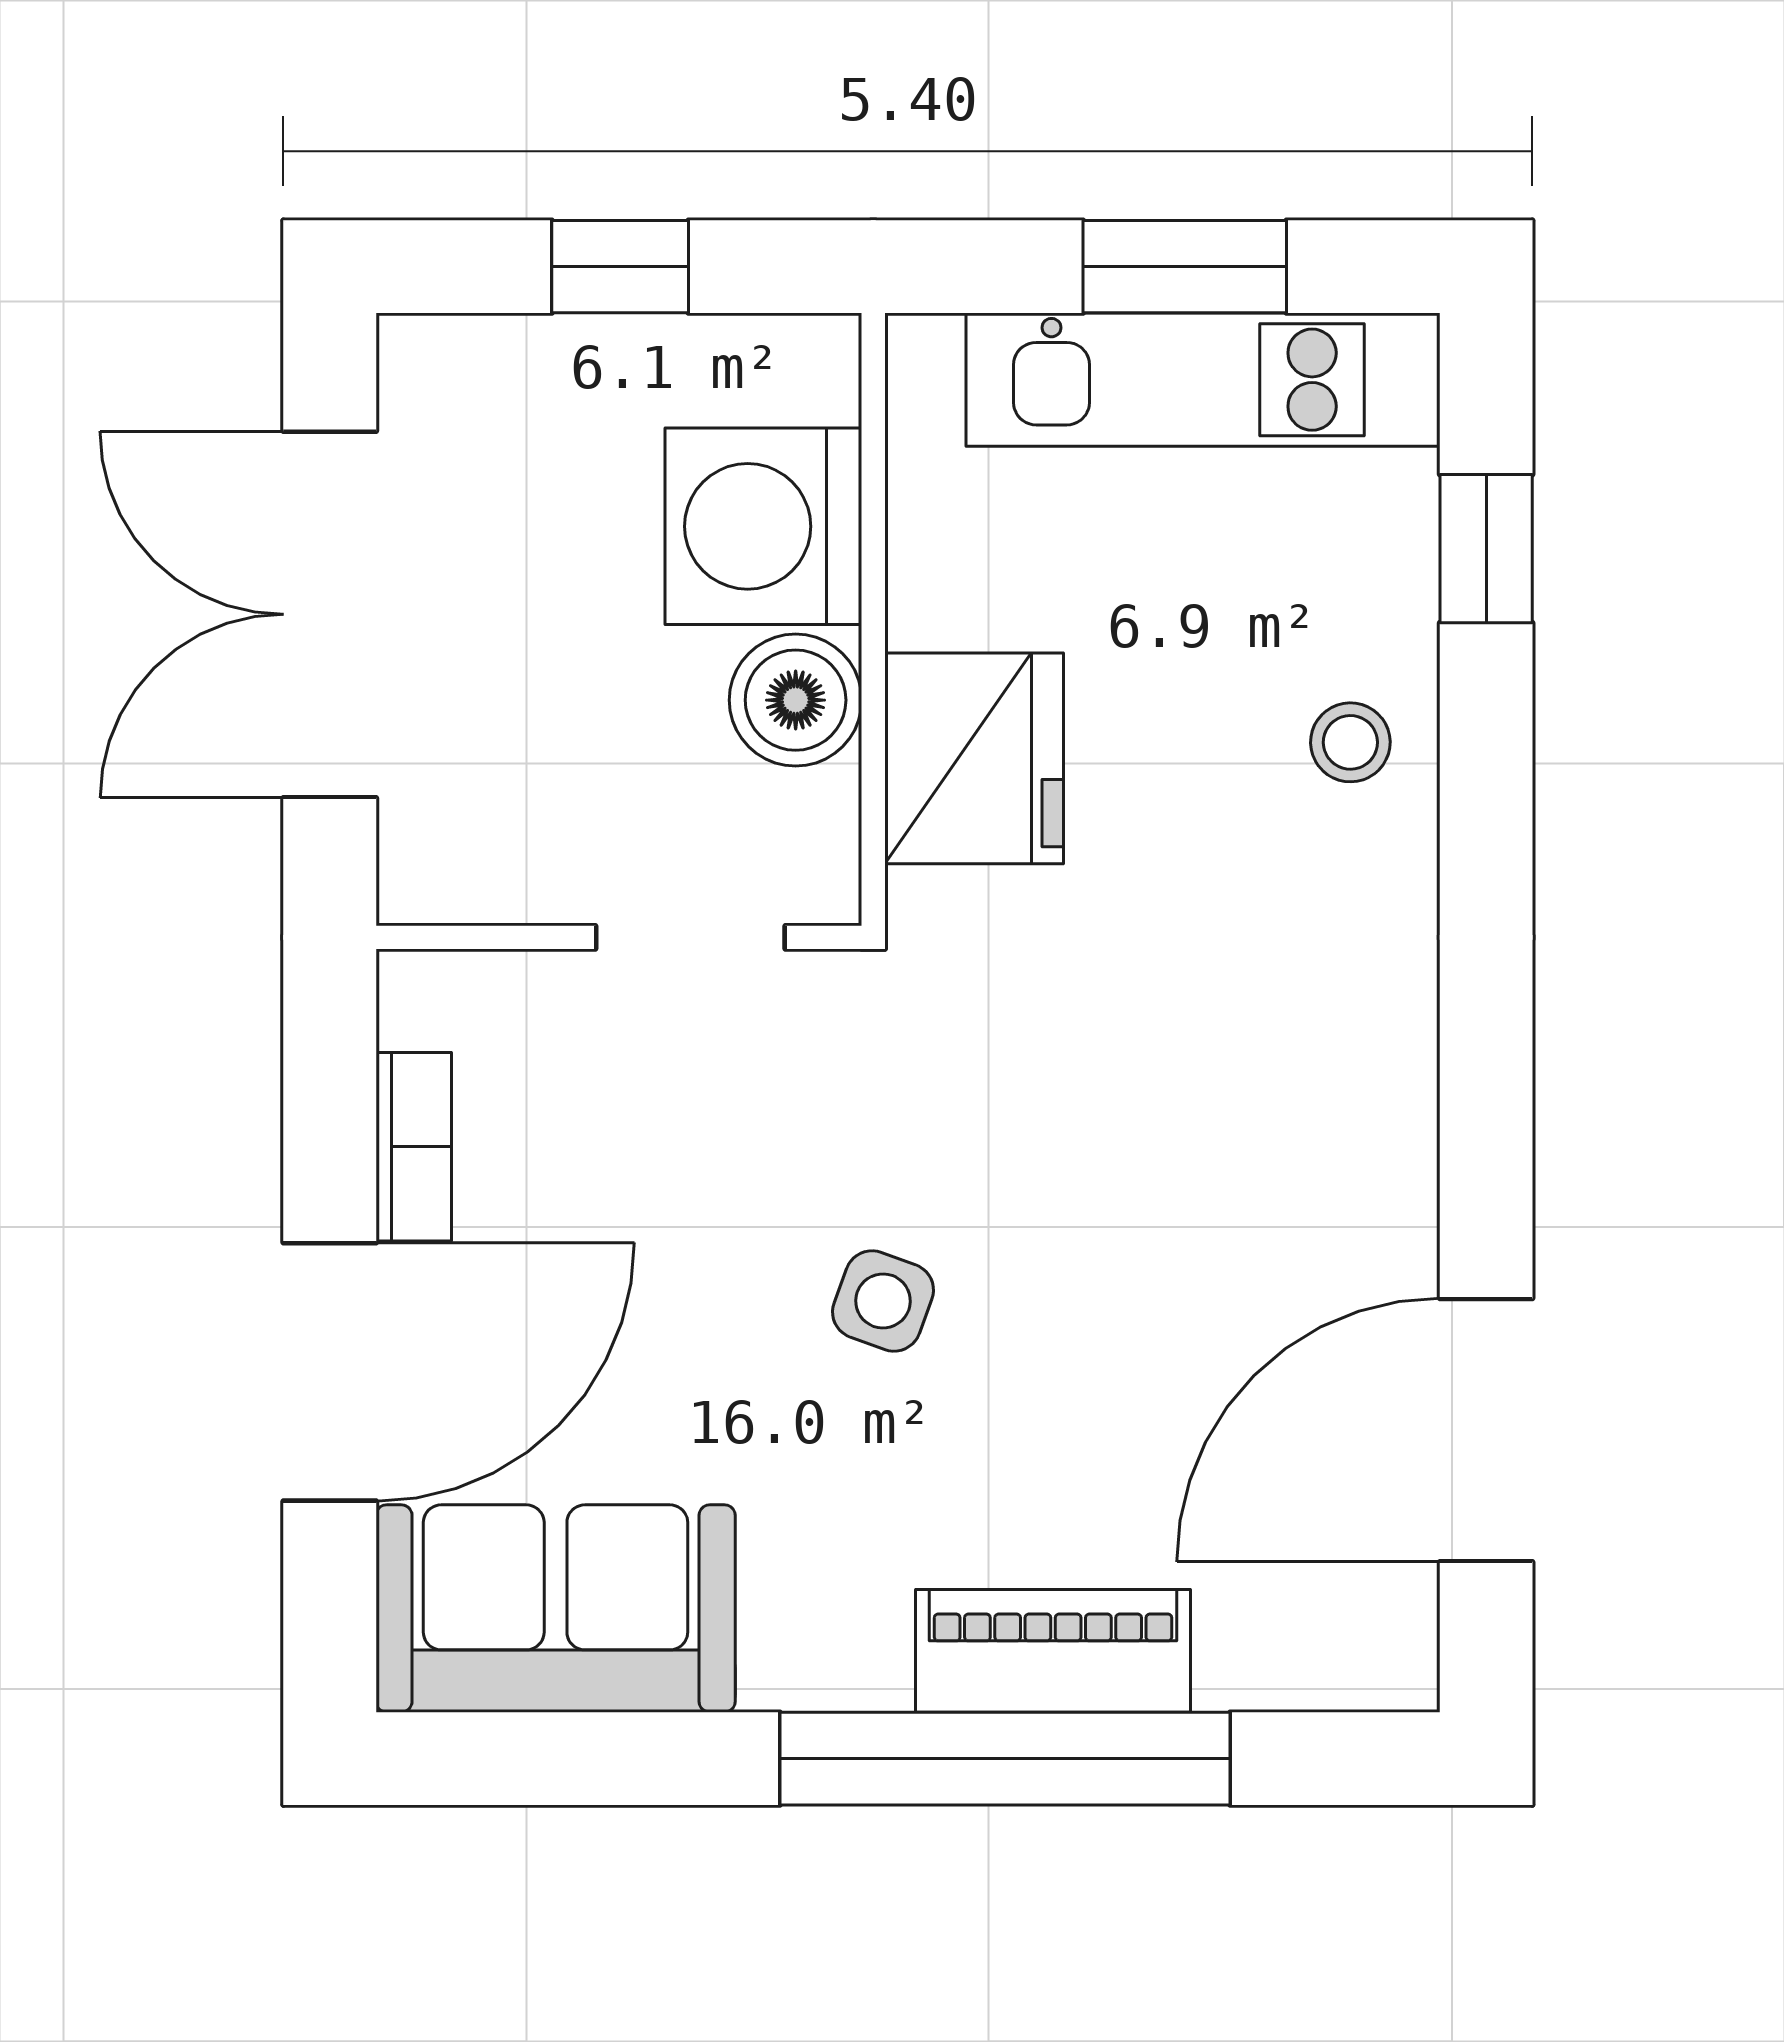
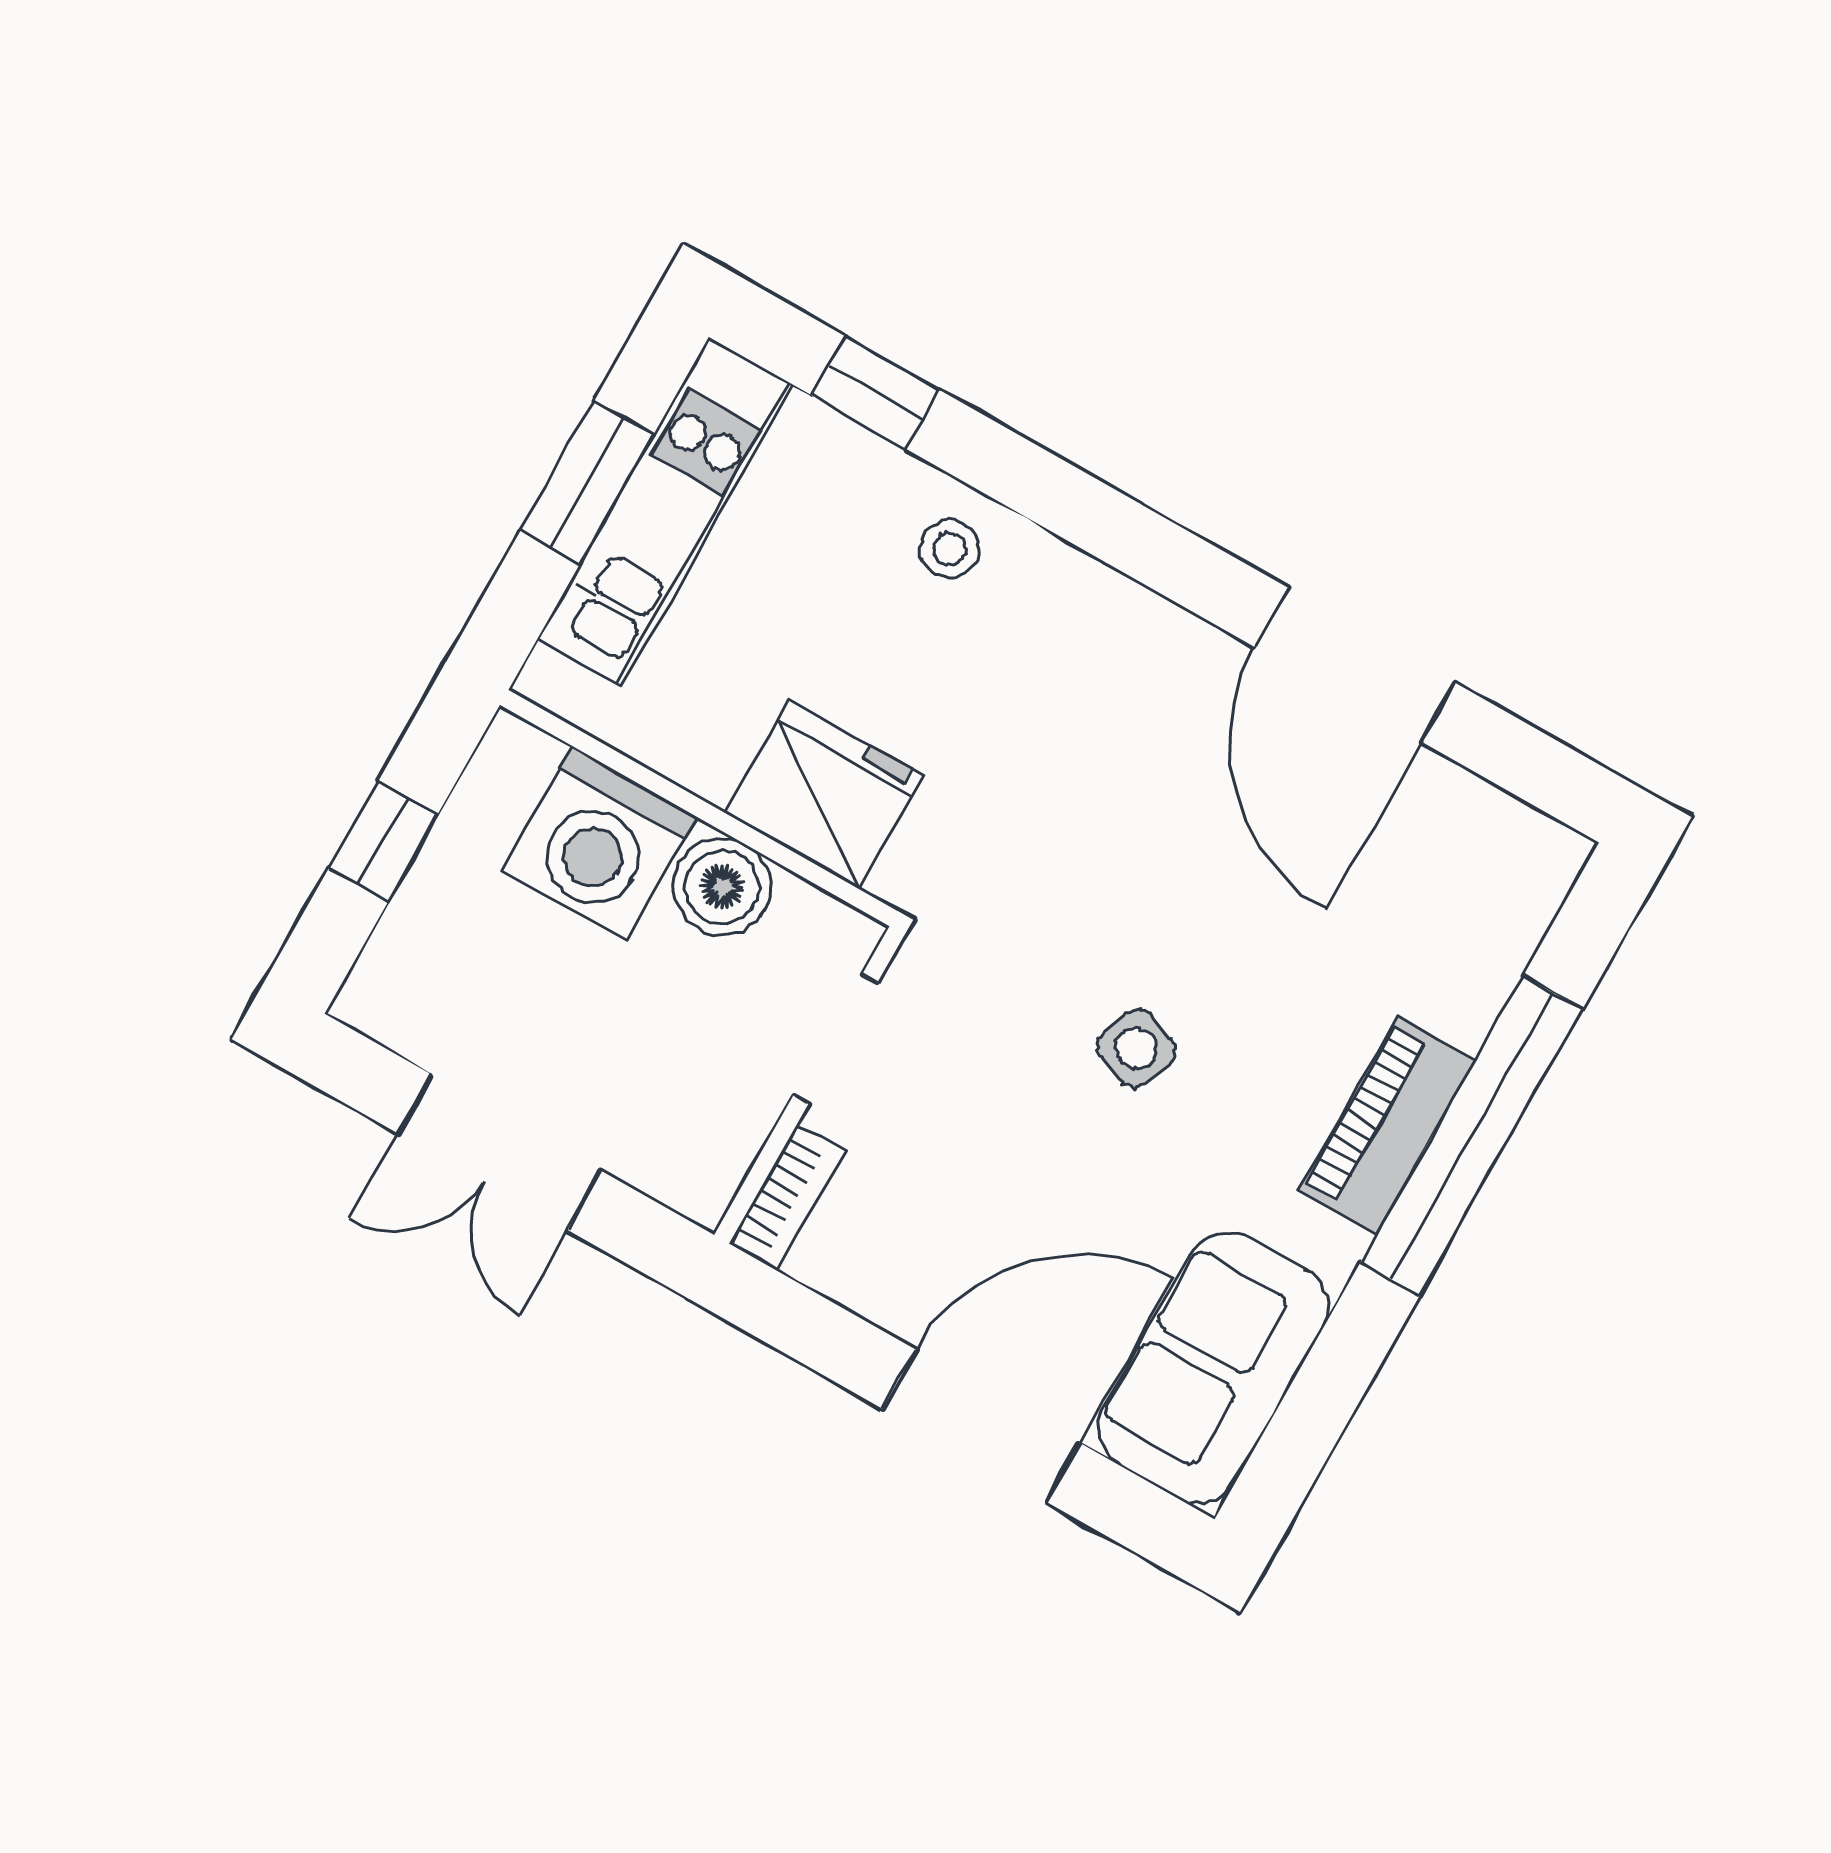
double door: (330, 614) -> (499, 1152), width x0.73
bookcase: (414, 1147) -> (787, 1197), moved, turned 90
door: (330, 1372) -> (981, 1426), hinge flipped
door: (1486, 1430) -> (1355, 665), moved
piano: (1053, 1651) -> (1387, 1126), moved

